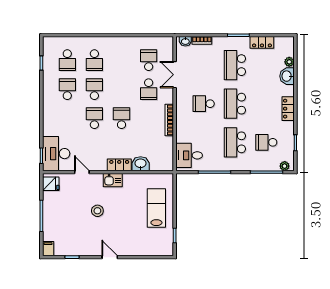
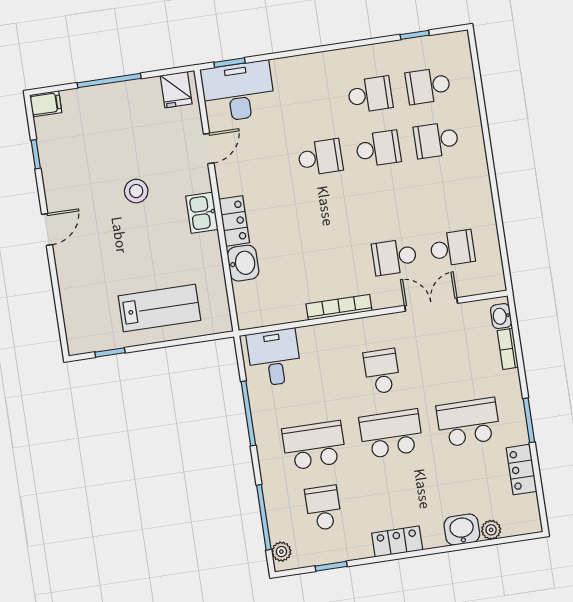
school desk: (121, 118) -> (328, 212), removed

